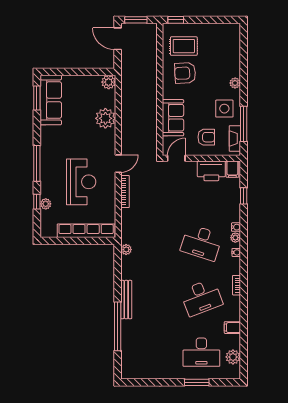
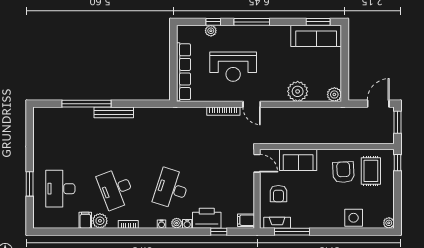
plant: (235, 83) -> (389, 223), moved
side table: (224, 109) -> (354, 218), moved
printer: (211, 171) -> (207, 218), moved, turned 90
plant: (126, 250) -> (164, 112), removed
plant: (233, 357) -> (100, 221), moved

